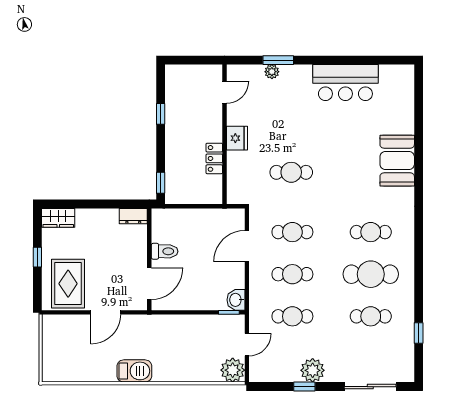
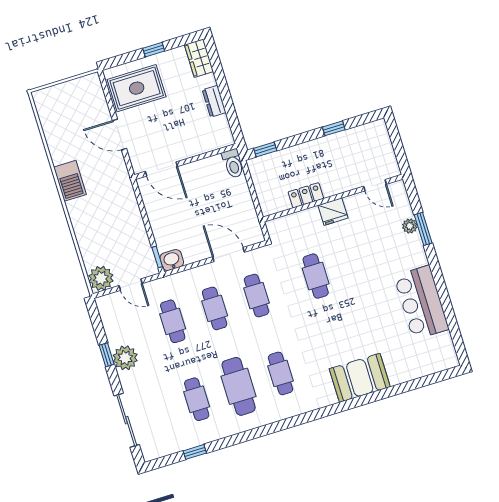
dresser: (133, 216) -> (214, 101), moved
toilet: (165, 251) -> (233, 164), moved

